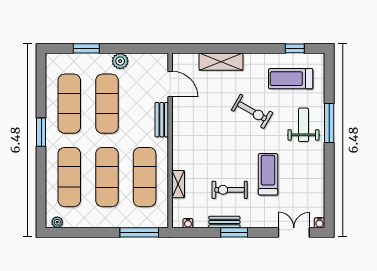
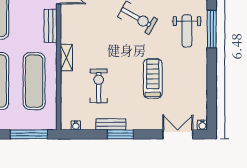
weight bench: (303, 125) -> (187, 31), turned 180
shelving: (178, 184) -> (66, 58), moved
exercise bike: (230, 190) -> (99, 86), moved, turned 90

